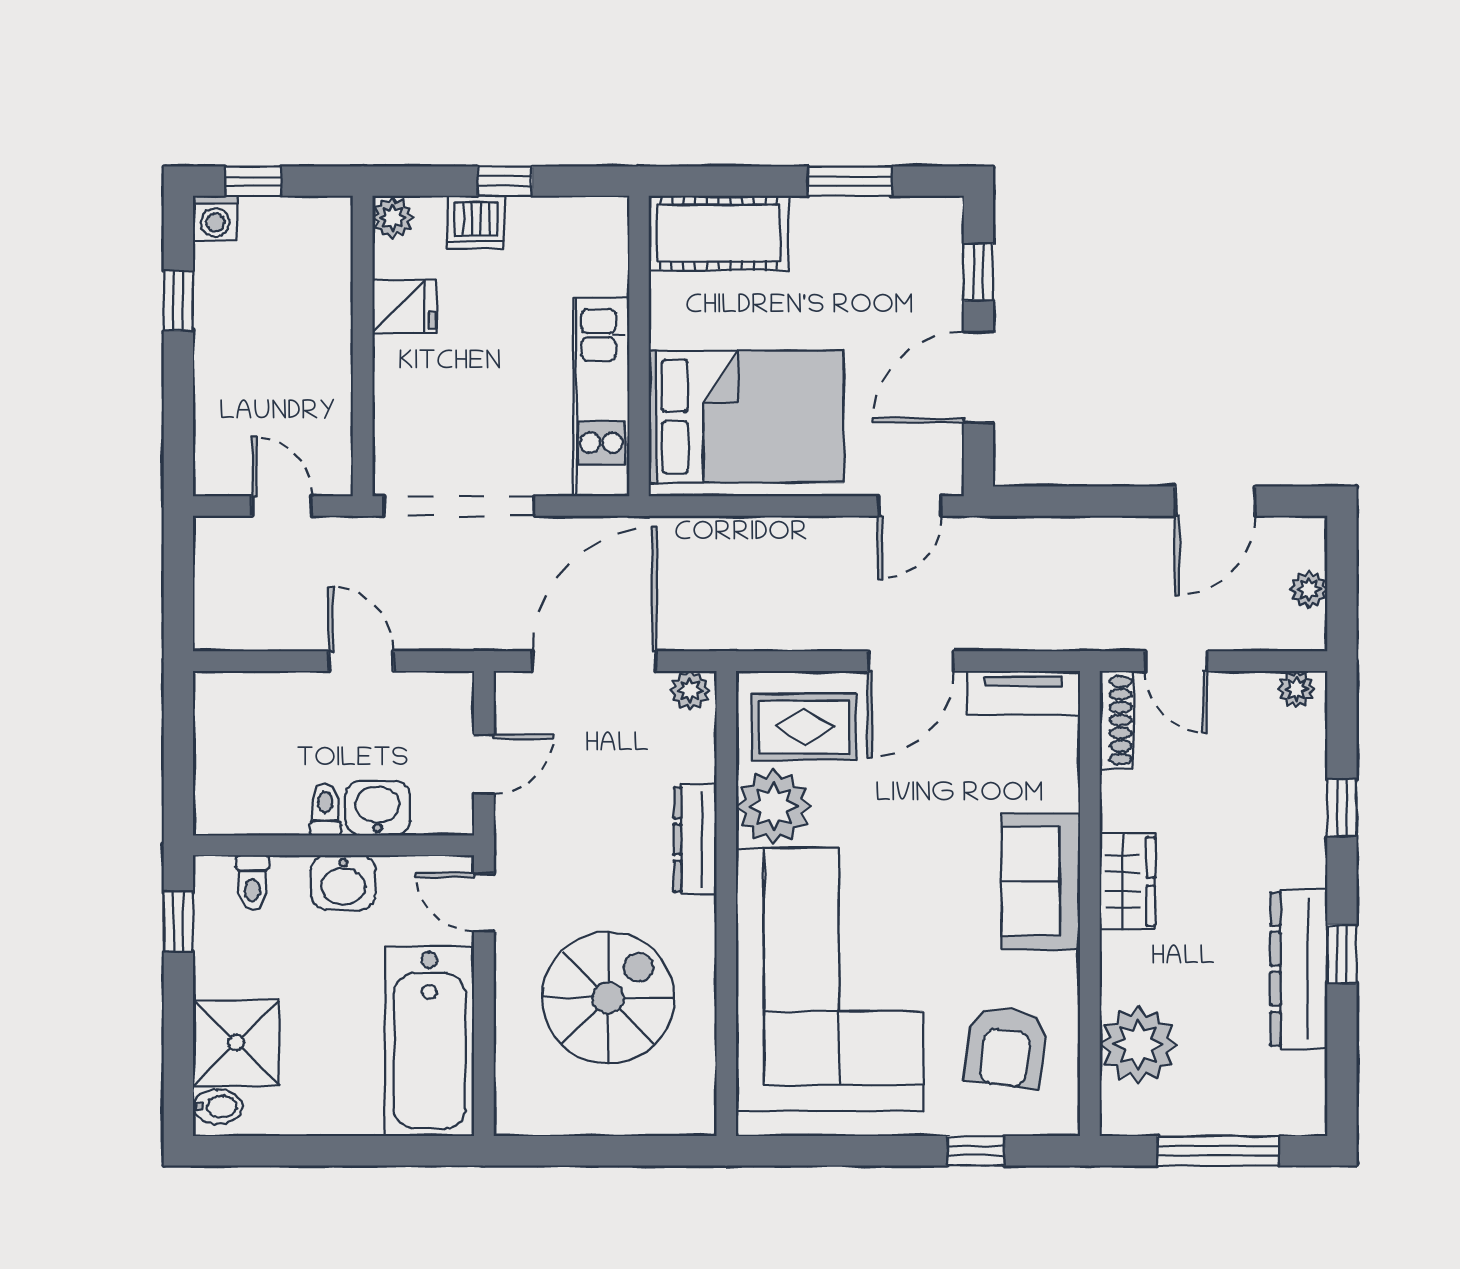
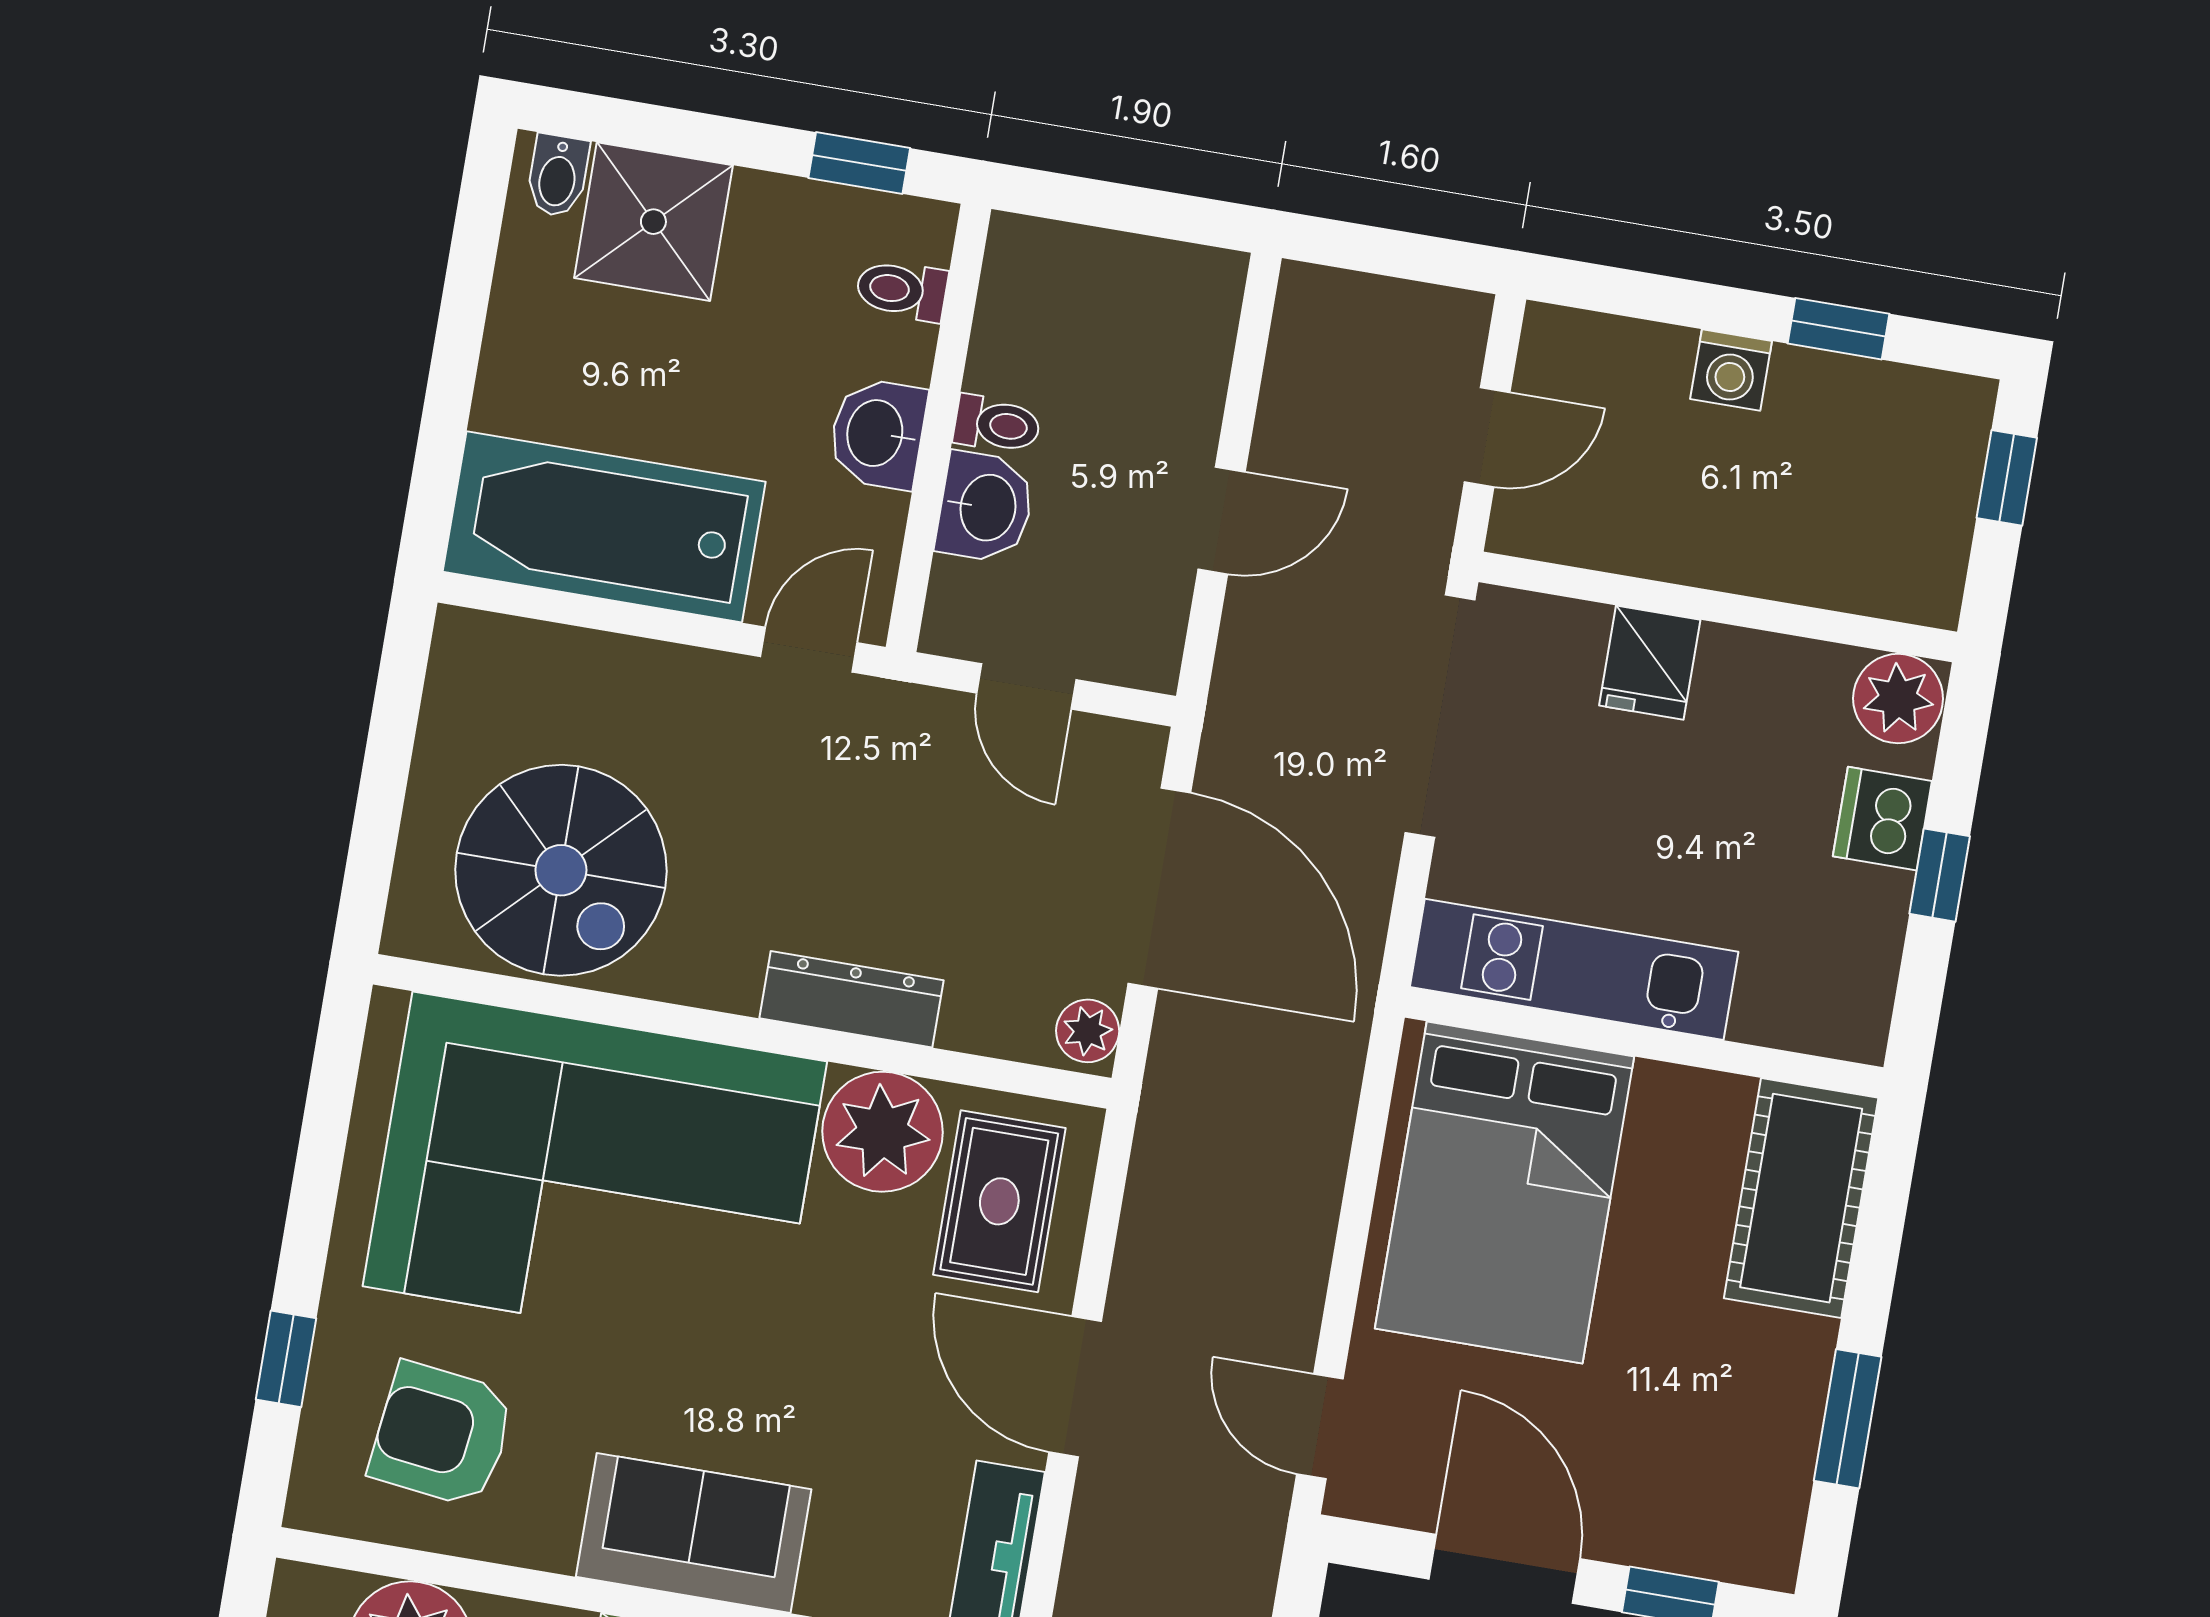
washing machine: (215, 218) -> (1731, 370), moved, turned -90
plant: (393, 218) -> (1898, 699), width x1.38, depth x1.38
fridge: (404, 306) -> (1650, 663), moved
spiral stairs: (608, 998) -> (561, 870), moved

